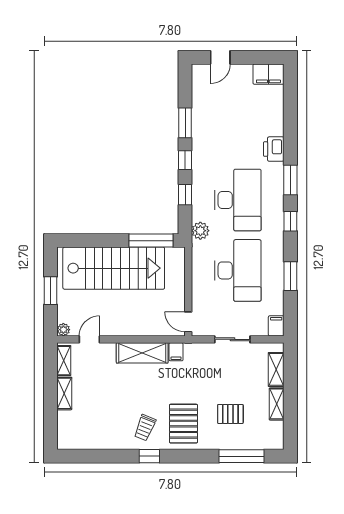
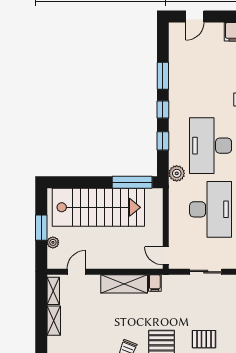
desk: (238, 200) -> (211, 146), turned 180
plant: (63, 330) -> (53, 242), moved

